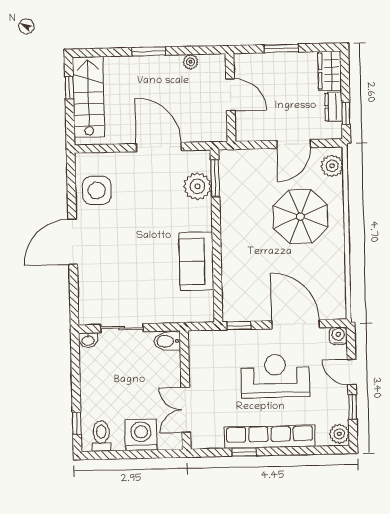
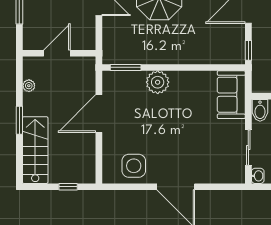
window: (69, 88) -> (68, 187), moved
stairs: (88, 97) -> (35, 150), moved, turned 90
plant: (197, 186) -> (158, 82), moved
sofa: (196, 261) -> (231, 95), moved, turned 90

